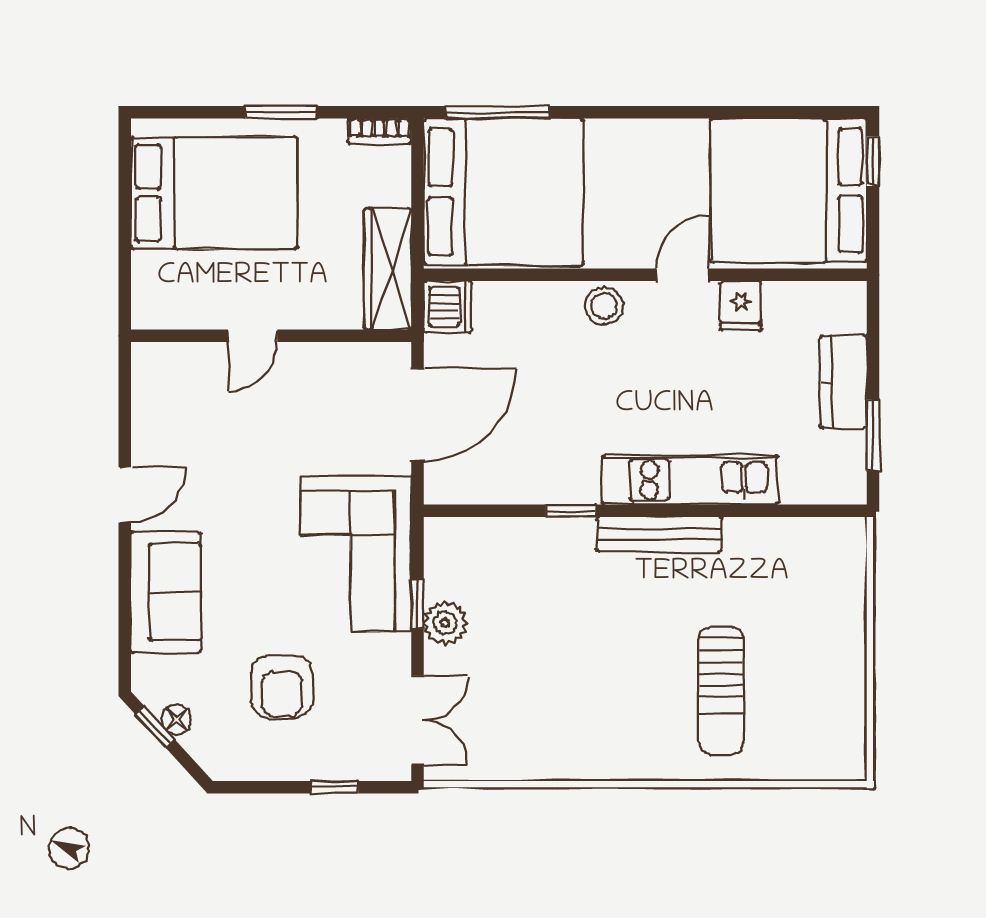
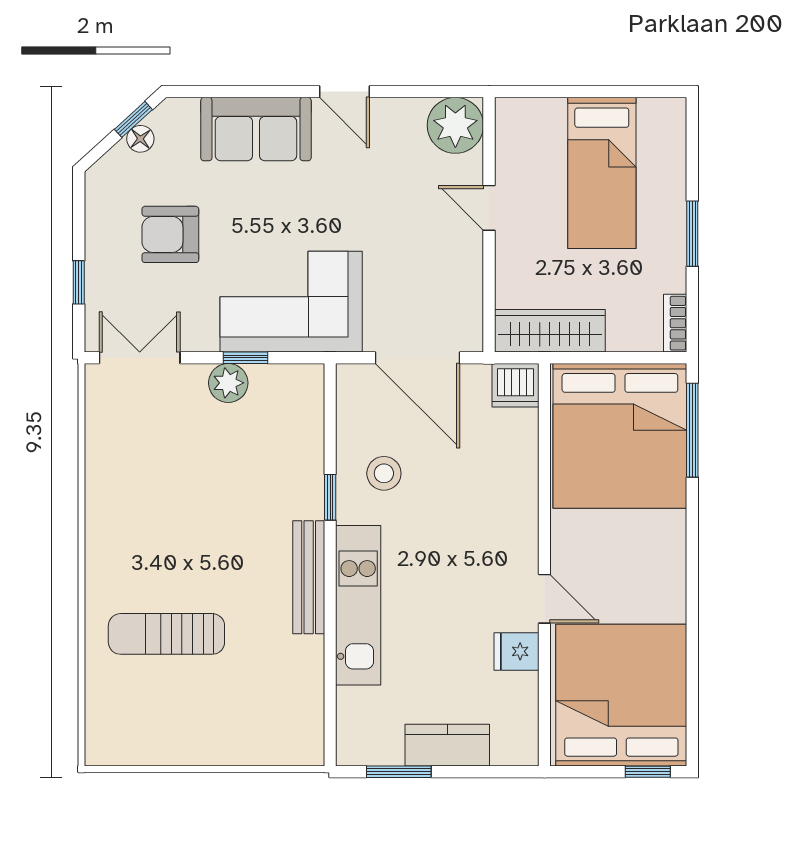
bed: (214, 193) -> (602, 173), width x0.67
stool: (604, 306) -> (384, 473), moved
plant: (162, 373) -> (455, 125), added
double door: (418, 720) -> (140, 358), swing flipped

